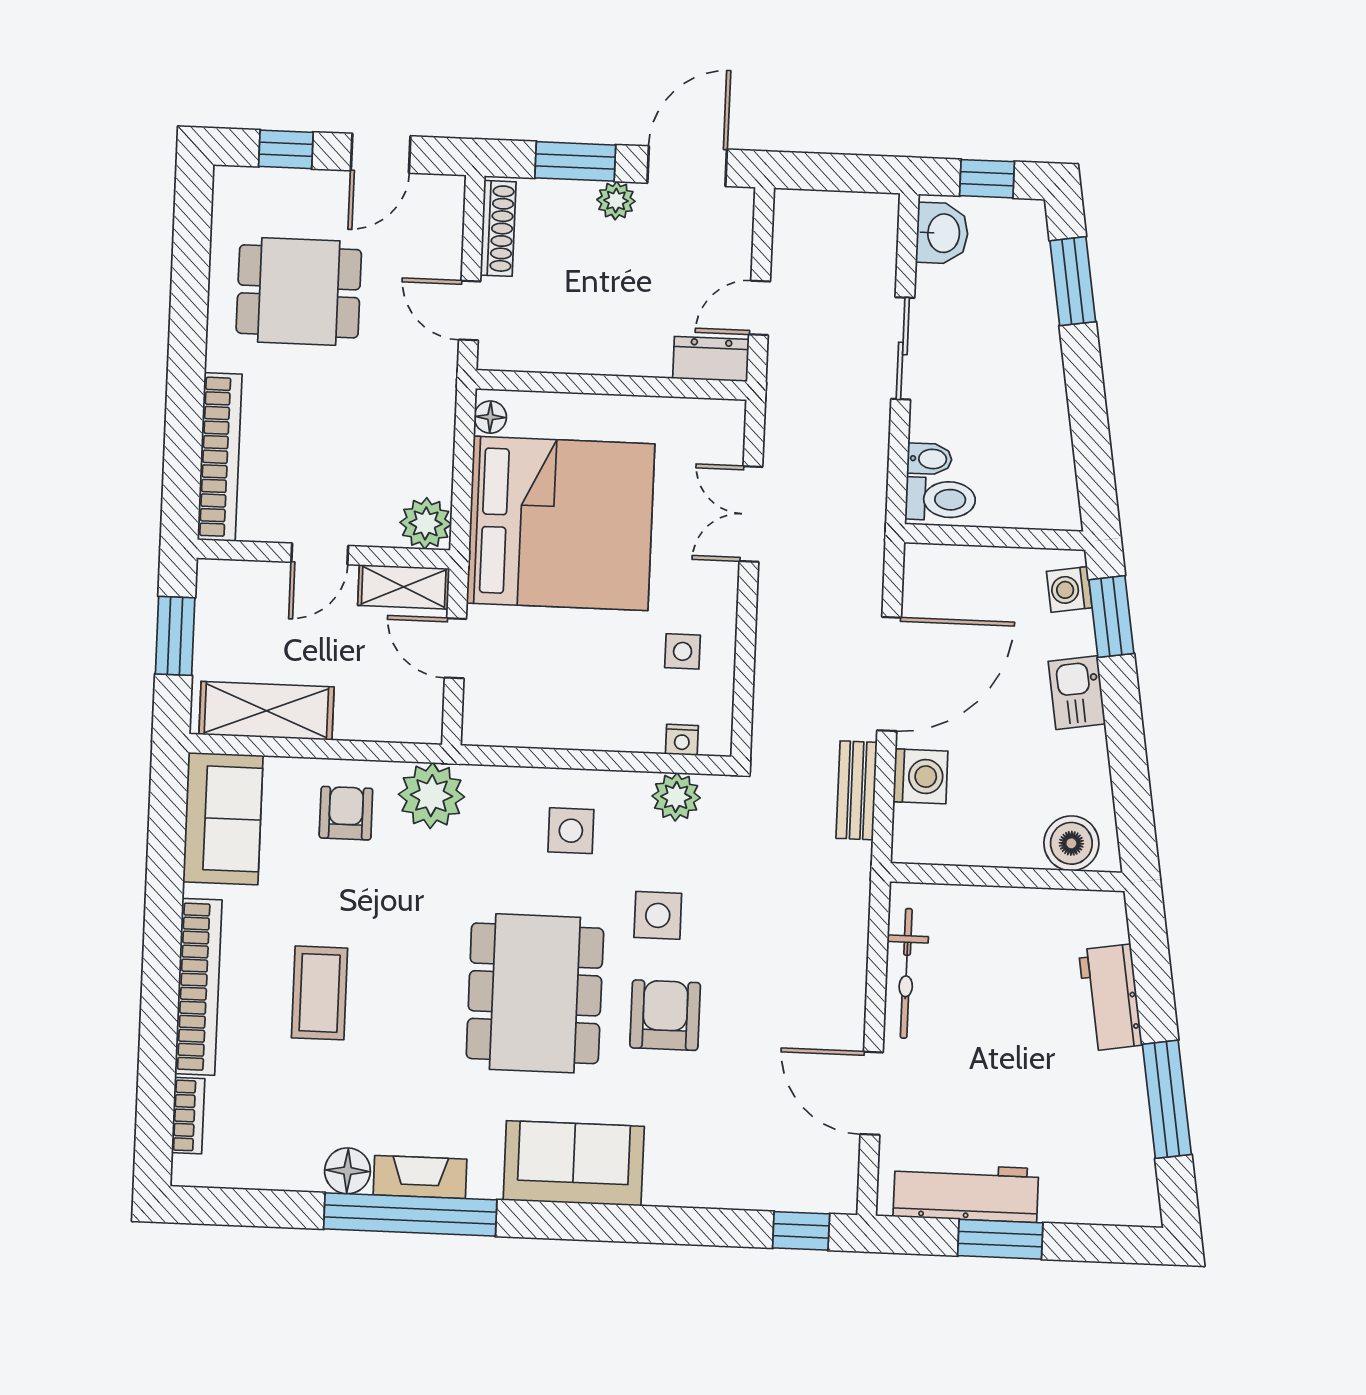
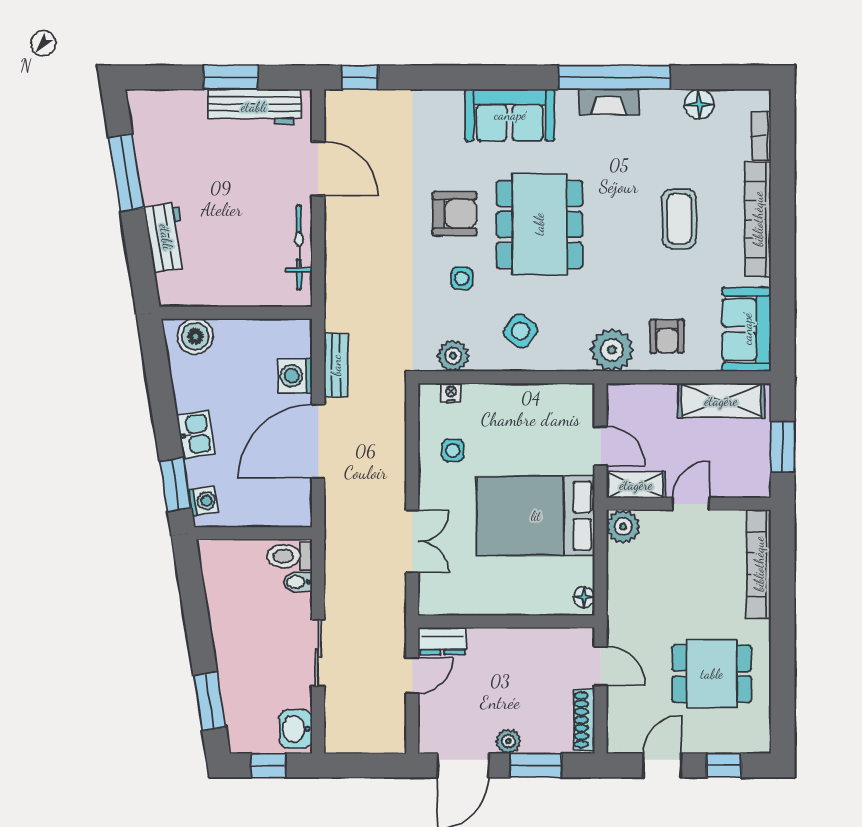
bed: (561, 523) -> (536, 516), width x0.73
side table: (571, 831) -> (520, 331), turned 38
side table: (658, 915) -> (462, 278), width x0.73, depth x0.73
armchair: (665, 1015) -> (454, 214), turned -90
floor lamp: (347, 1171) -> (699, 104), moved

